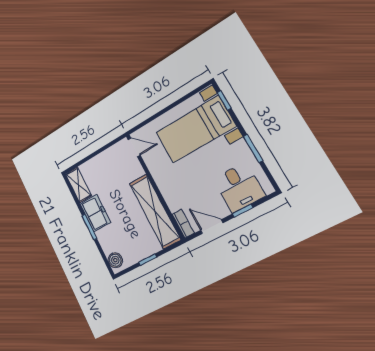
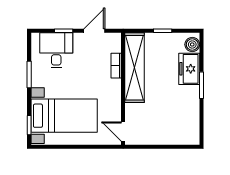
shelving: (78, 185) -> (192, 128), removed
freezer: (95, 213) -> (189, 69), moved
bookcase: (183, 224) -> (116, 66), moved
door: (212, 227) -> (94, 31), swing flipped

